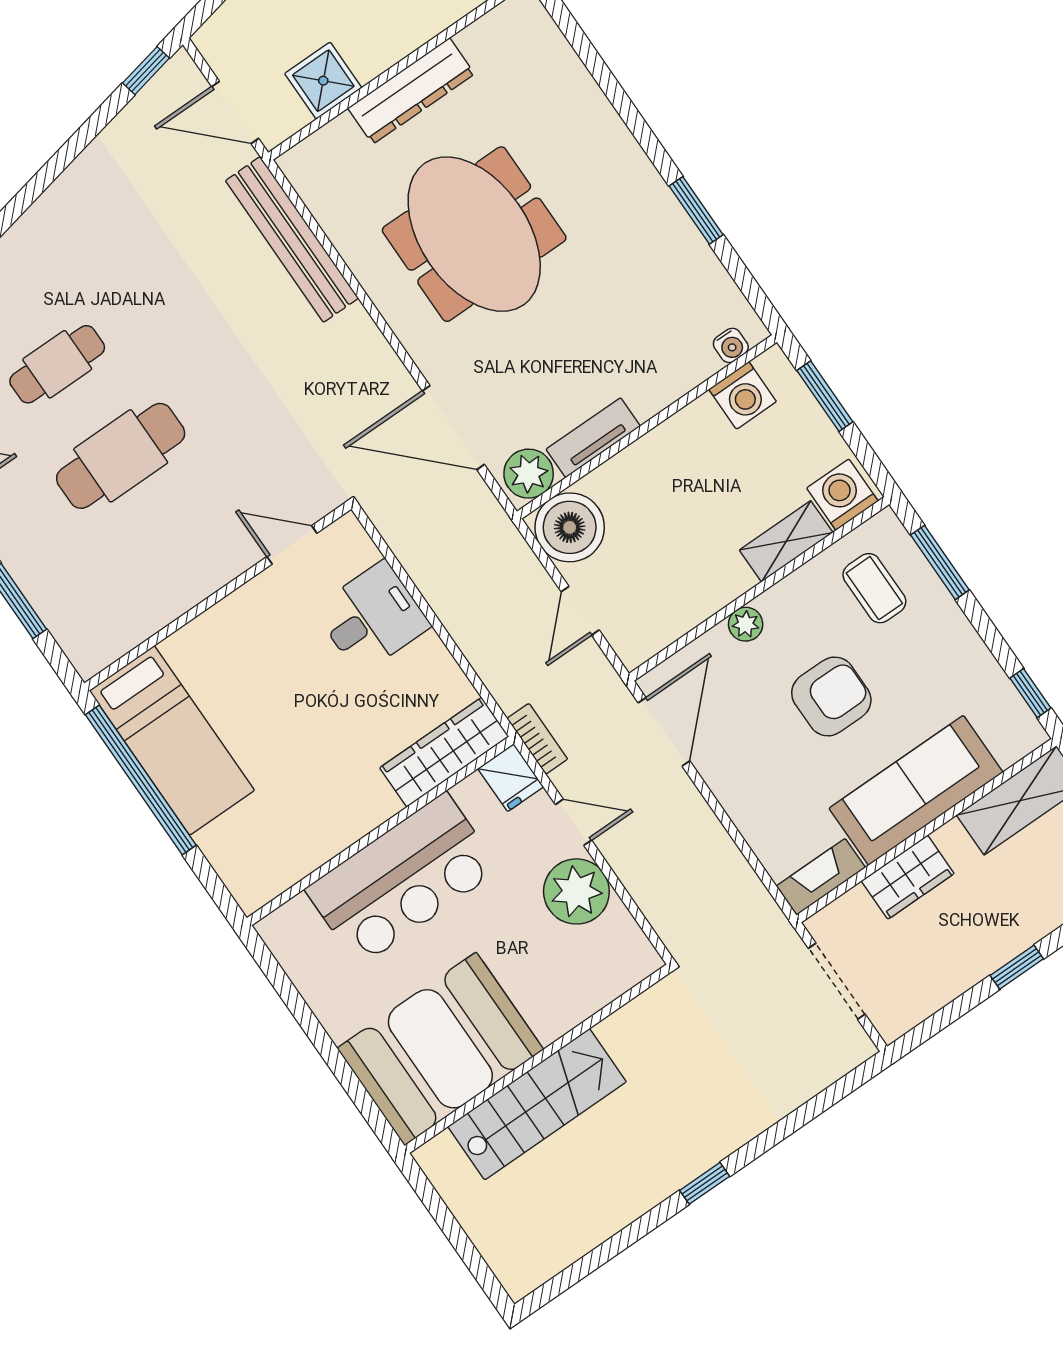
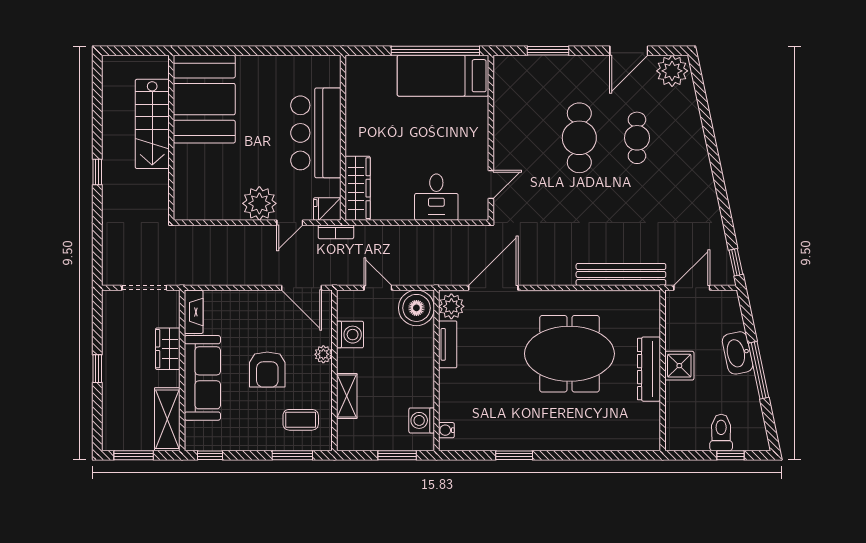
shower: (323, 81) -> (679, 366), moved
washing machine: (842, 495) -> (350, 335), moved
booth: (440, 1049) -> (204, 99), moved
wall: (538, 1059) -> (171, 138), moved
stairs: (537, 1104) -> (152, 124), moved

